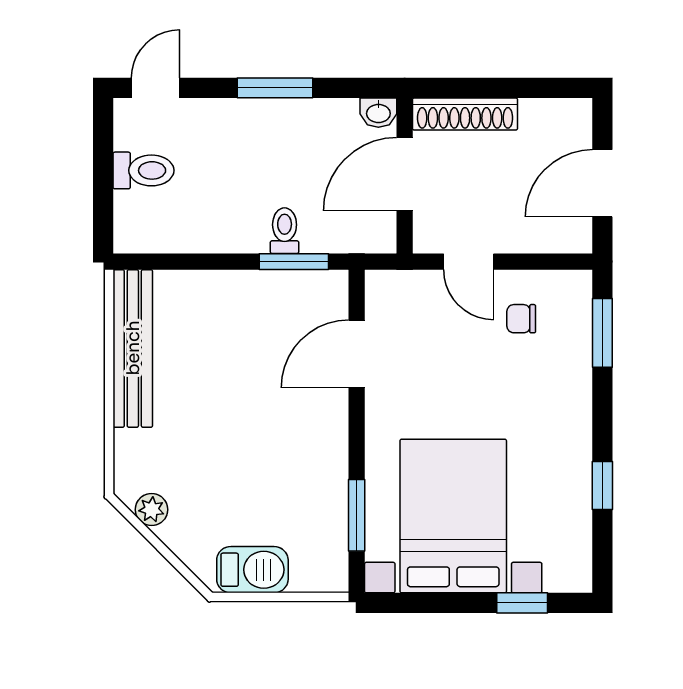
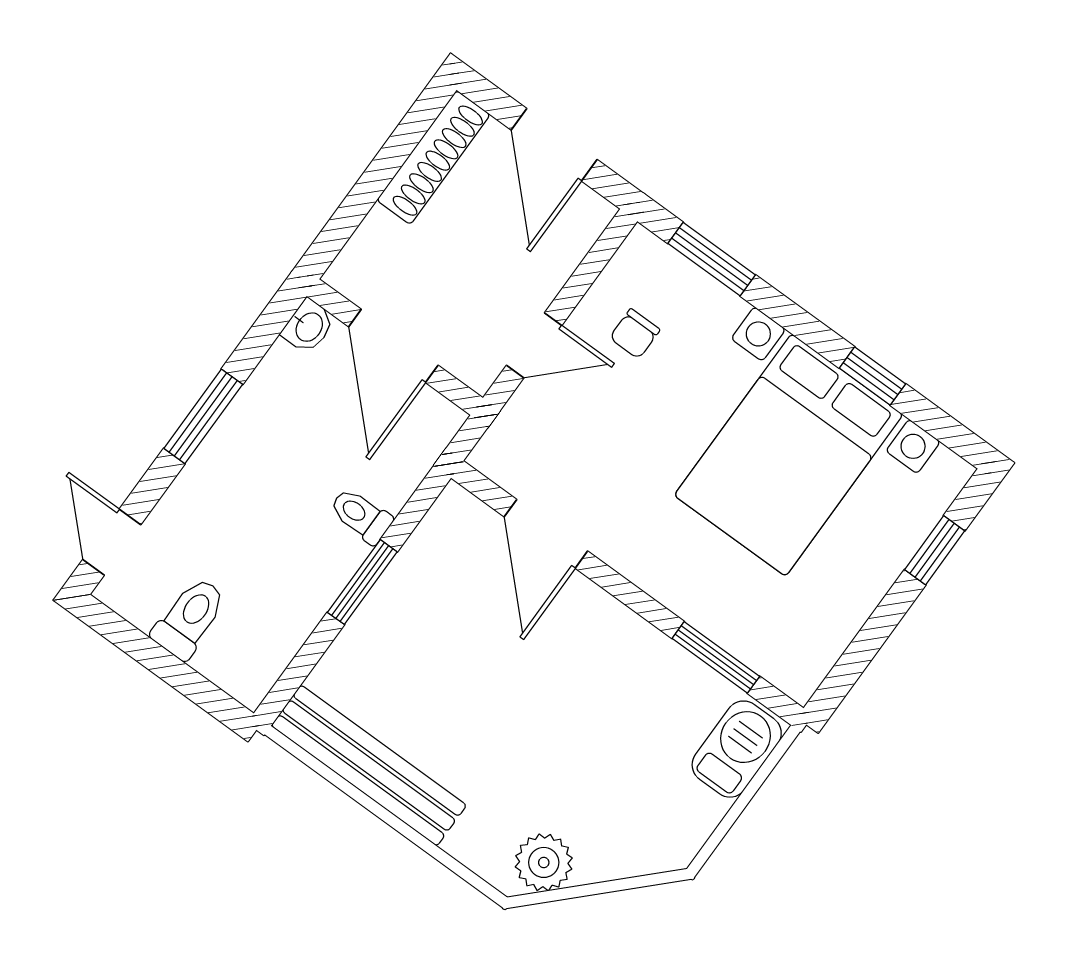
shoe rack: (465, 114) -> (433, 157), moved
window: (294, 262) -> (362, 582), moved
plant: (152, 510) -> (544, 862), width x1.38, depth x1.38
bed with nightstands: (453, 516) -> (789, 455), moved, turned -90
barbecue: (252, 570) -> (737, 749), moved

